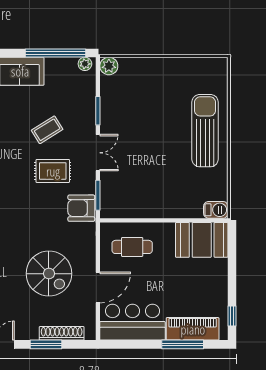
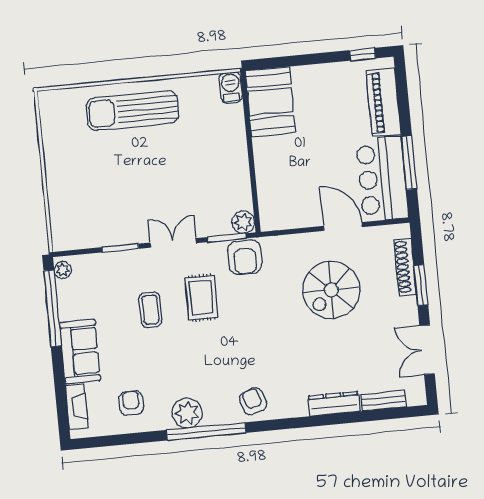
plant: (109, 66) -> (243, 222), moved
coffee table: (47, 130) -> (150, 310), turned 32
cafe table: (132, 247) -> (288, 188), removed
spiral stairs: (49, 274) -> (331, 290), turned 180
window: (183, 344) -> (409, 163), moved

